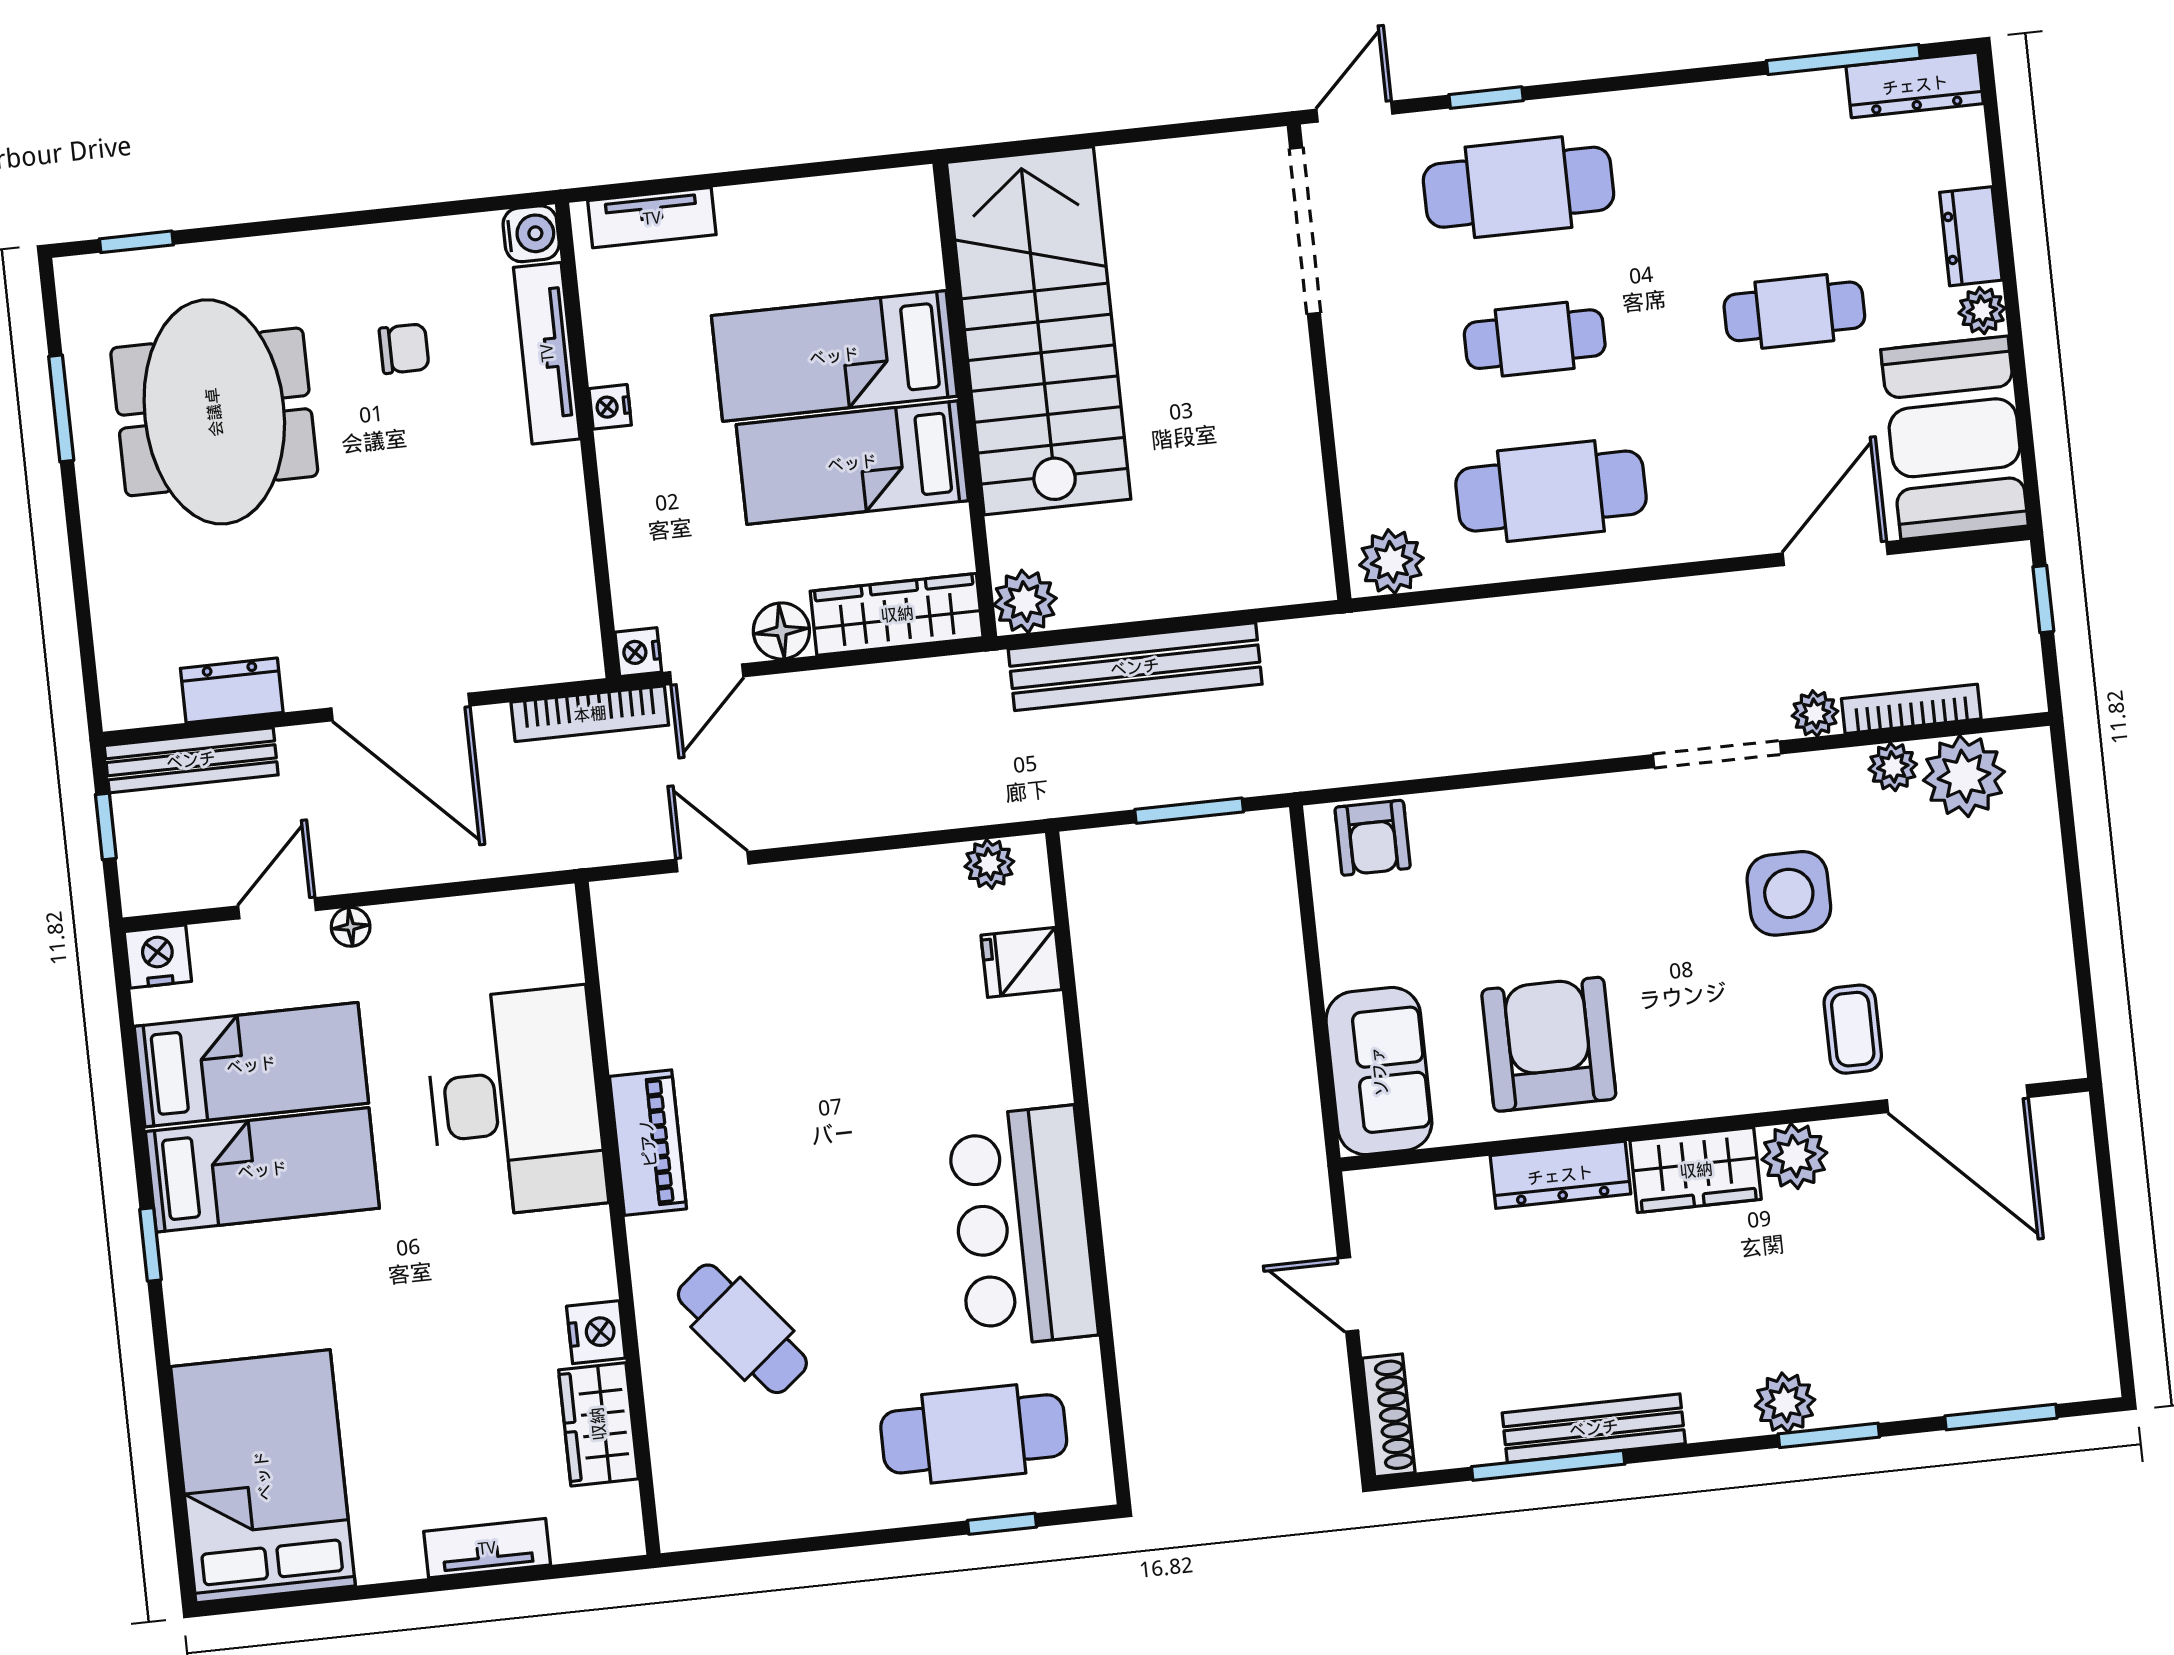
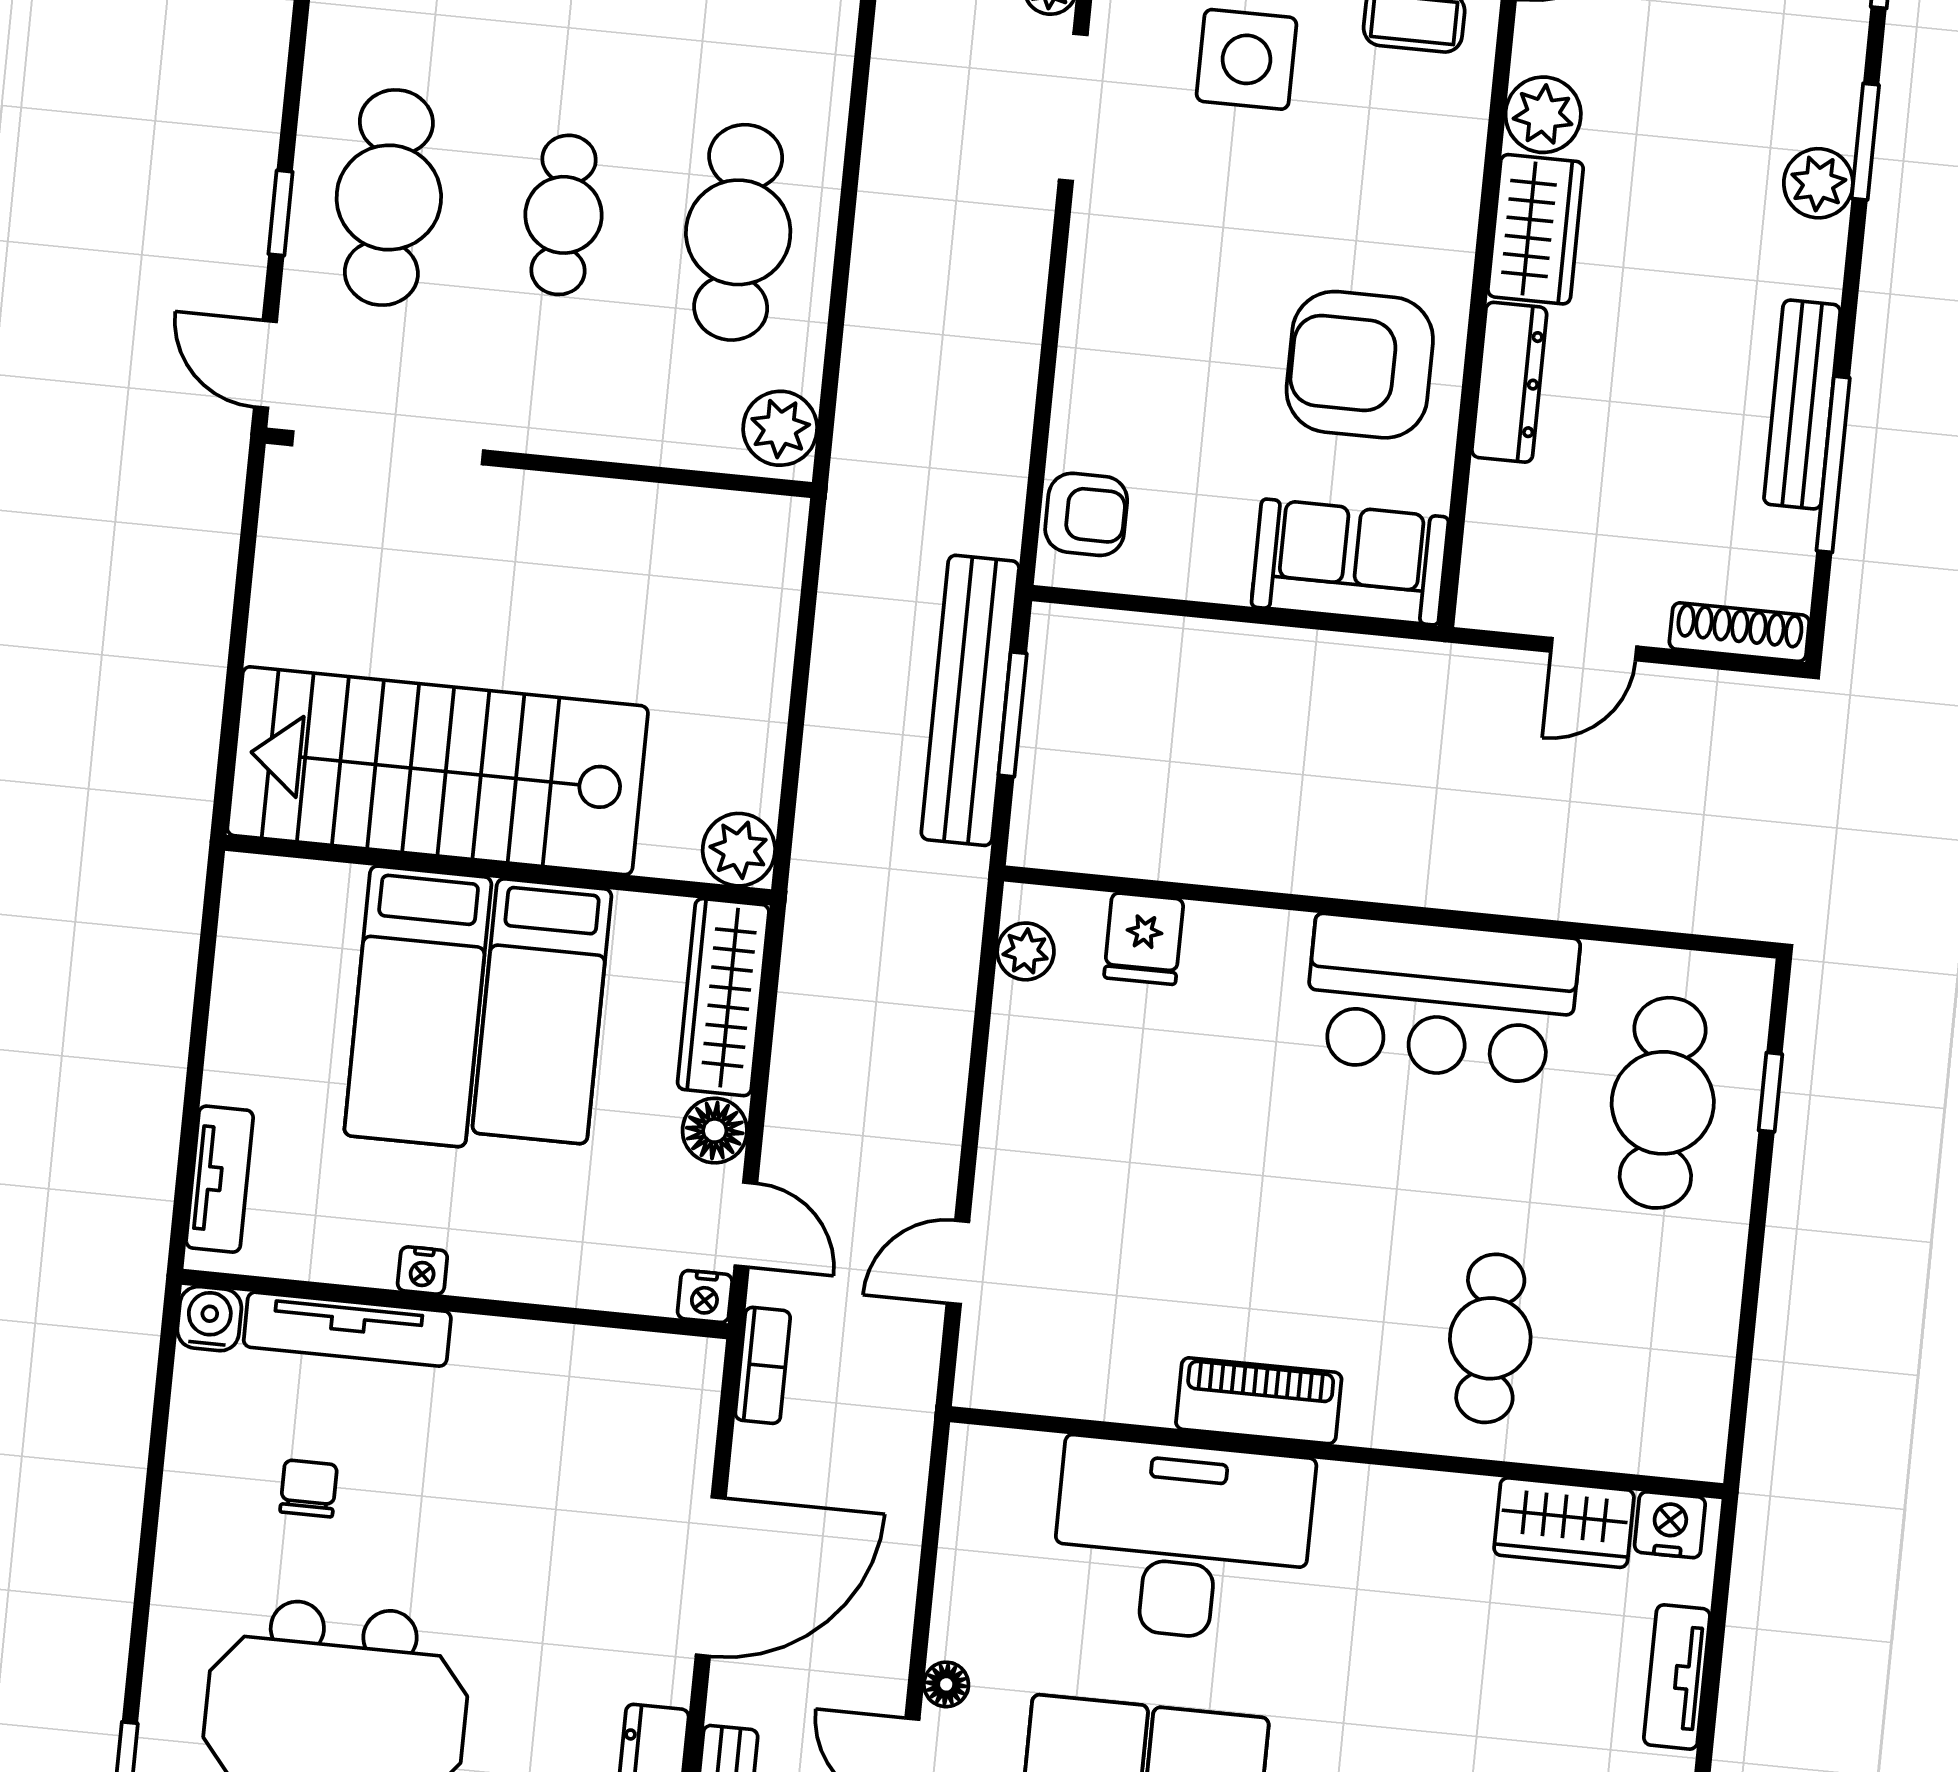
bench: (1135, 667) -> (970, 700), moved
bookcase: (590, 714) -> (763, 1365), width x0.64
cafe table: (742, 1329) -> (1490, 1338), turned -51
nightstand: (596, 1332) -> (1670, 1525), moved

